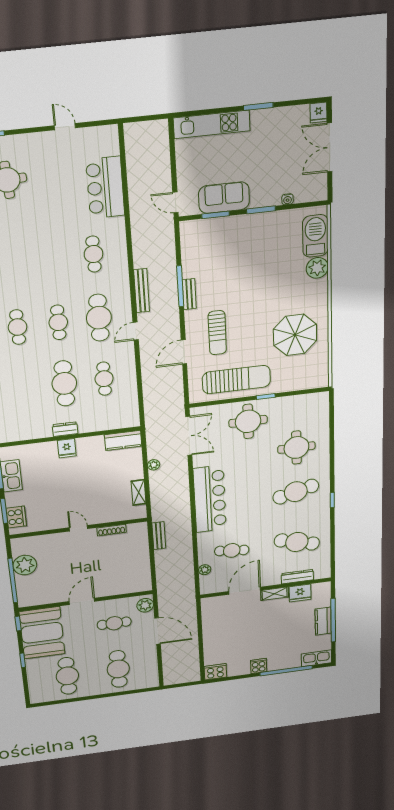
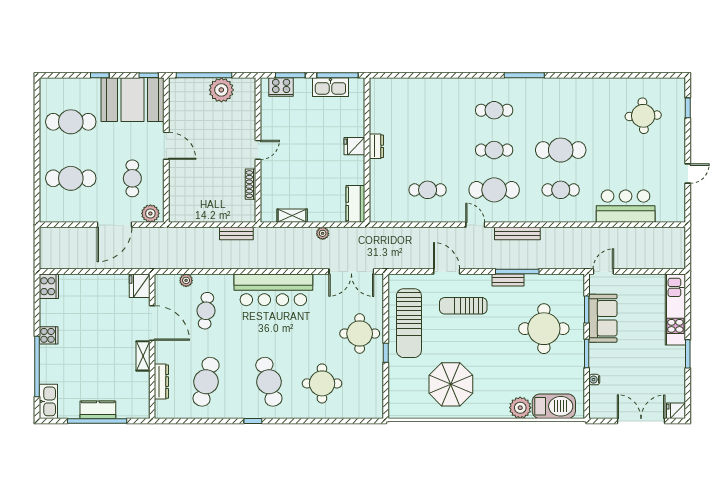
round table: (237, 254) -> (544, 329), added
cafe table: (64, 383) -> (561, 150), moved
fridge: (300, 593) -> (140, 286), moved

